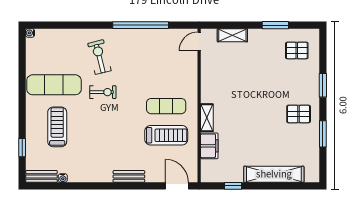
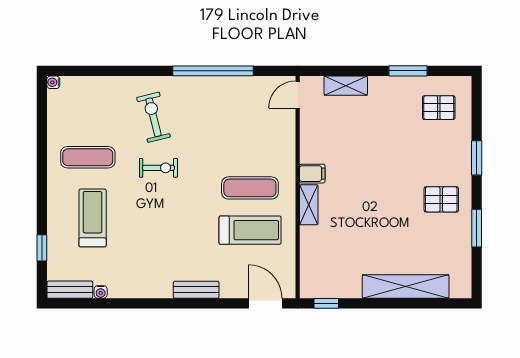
exercise mat: (54, 85) -> (88, 157), width x0.73, depth x0.69
filing cabinet: (209, 146) -> (312, 174), moved, width x0.50
window: (233, 186) -> (326, 303), moved

